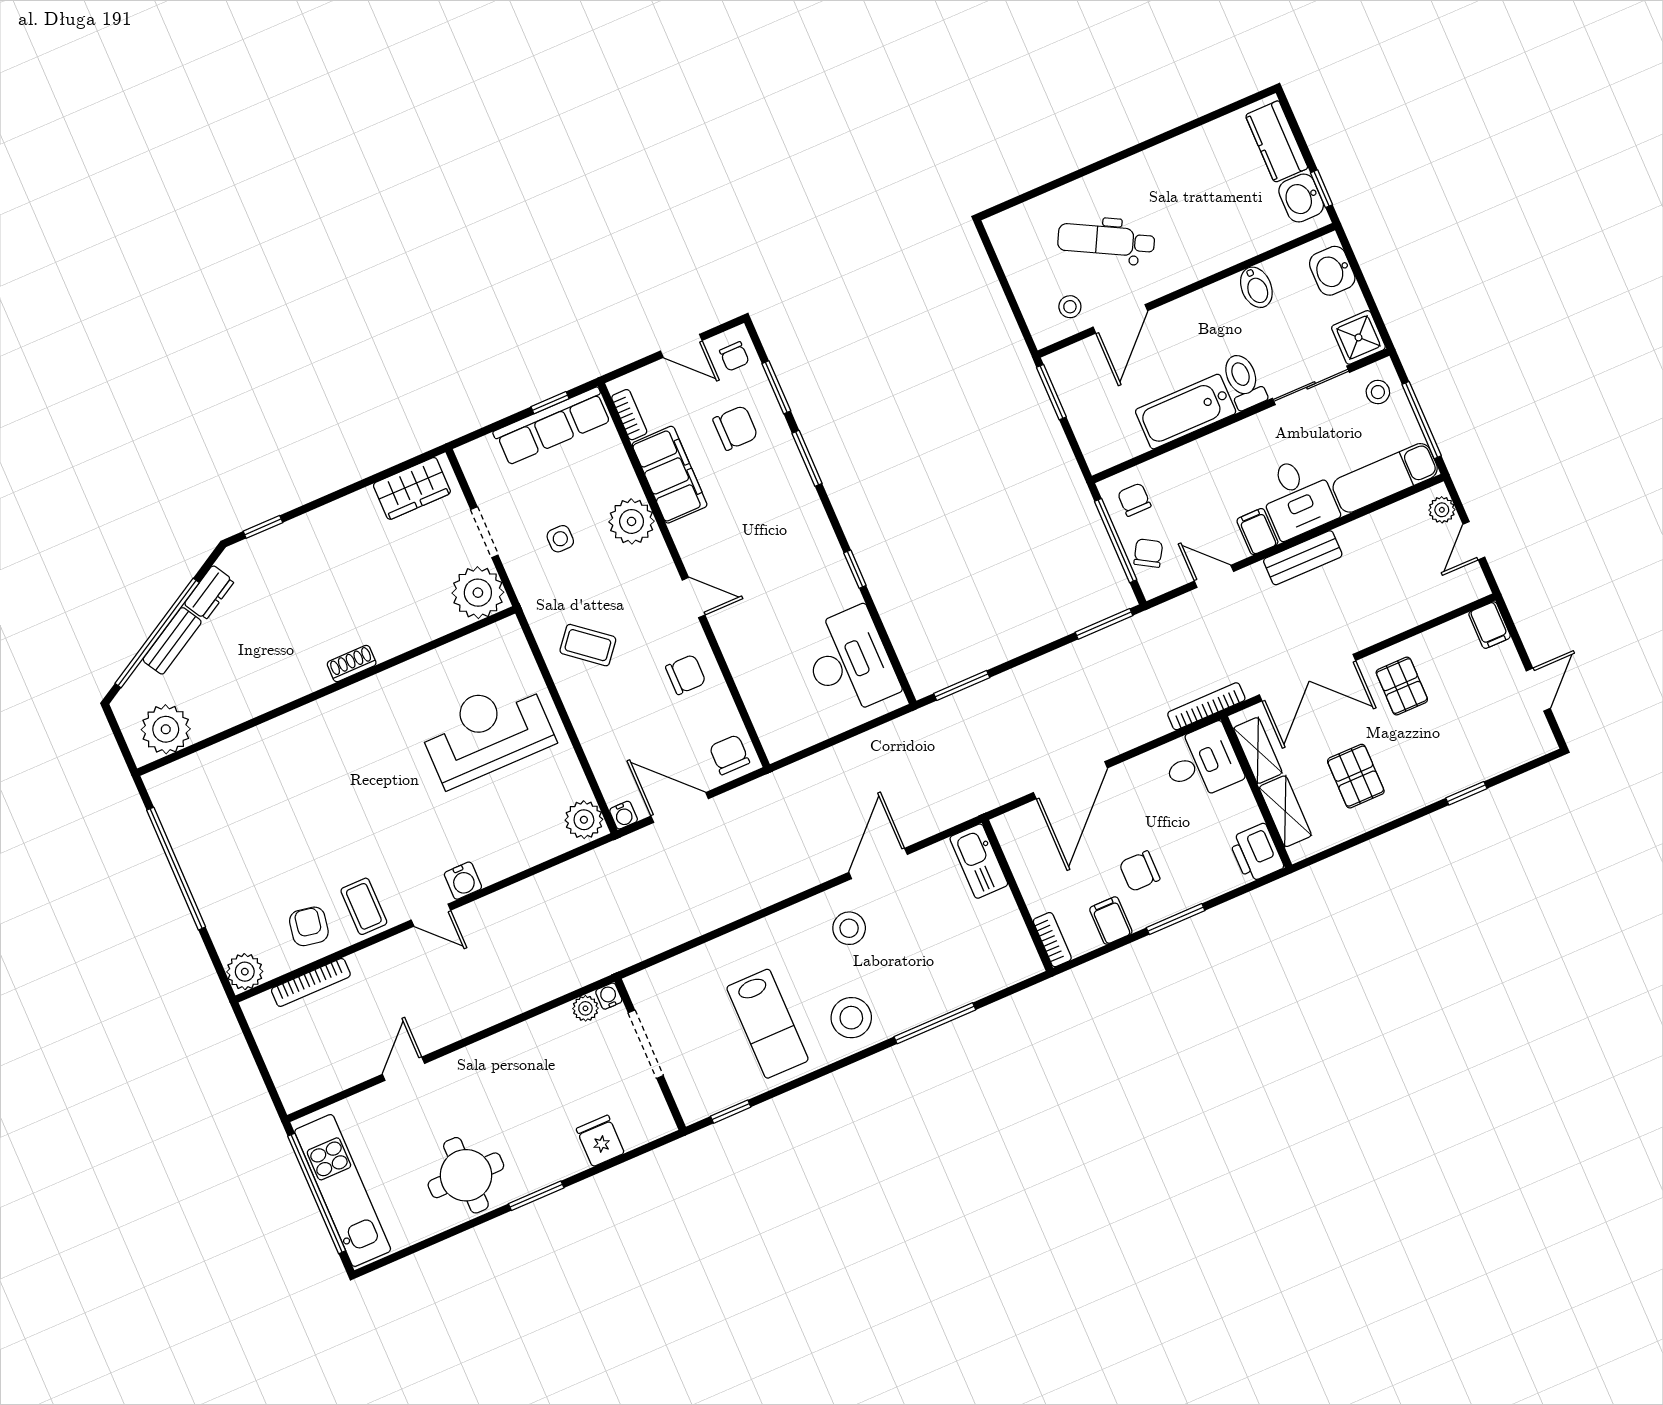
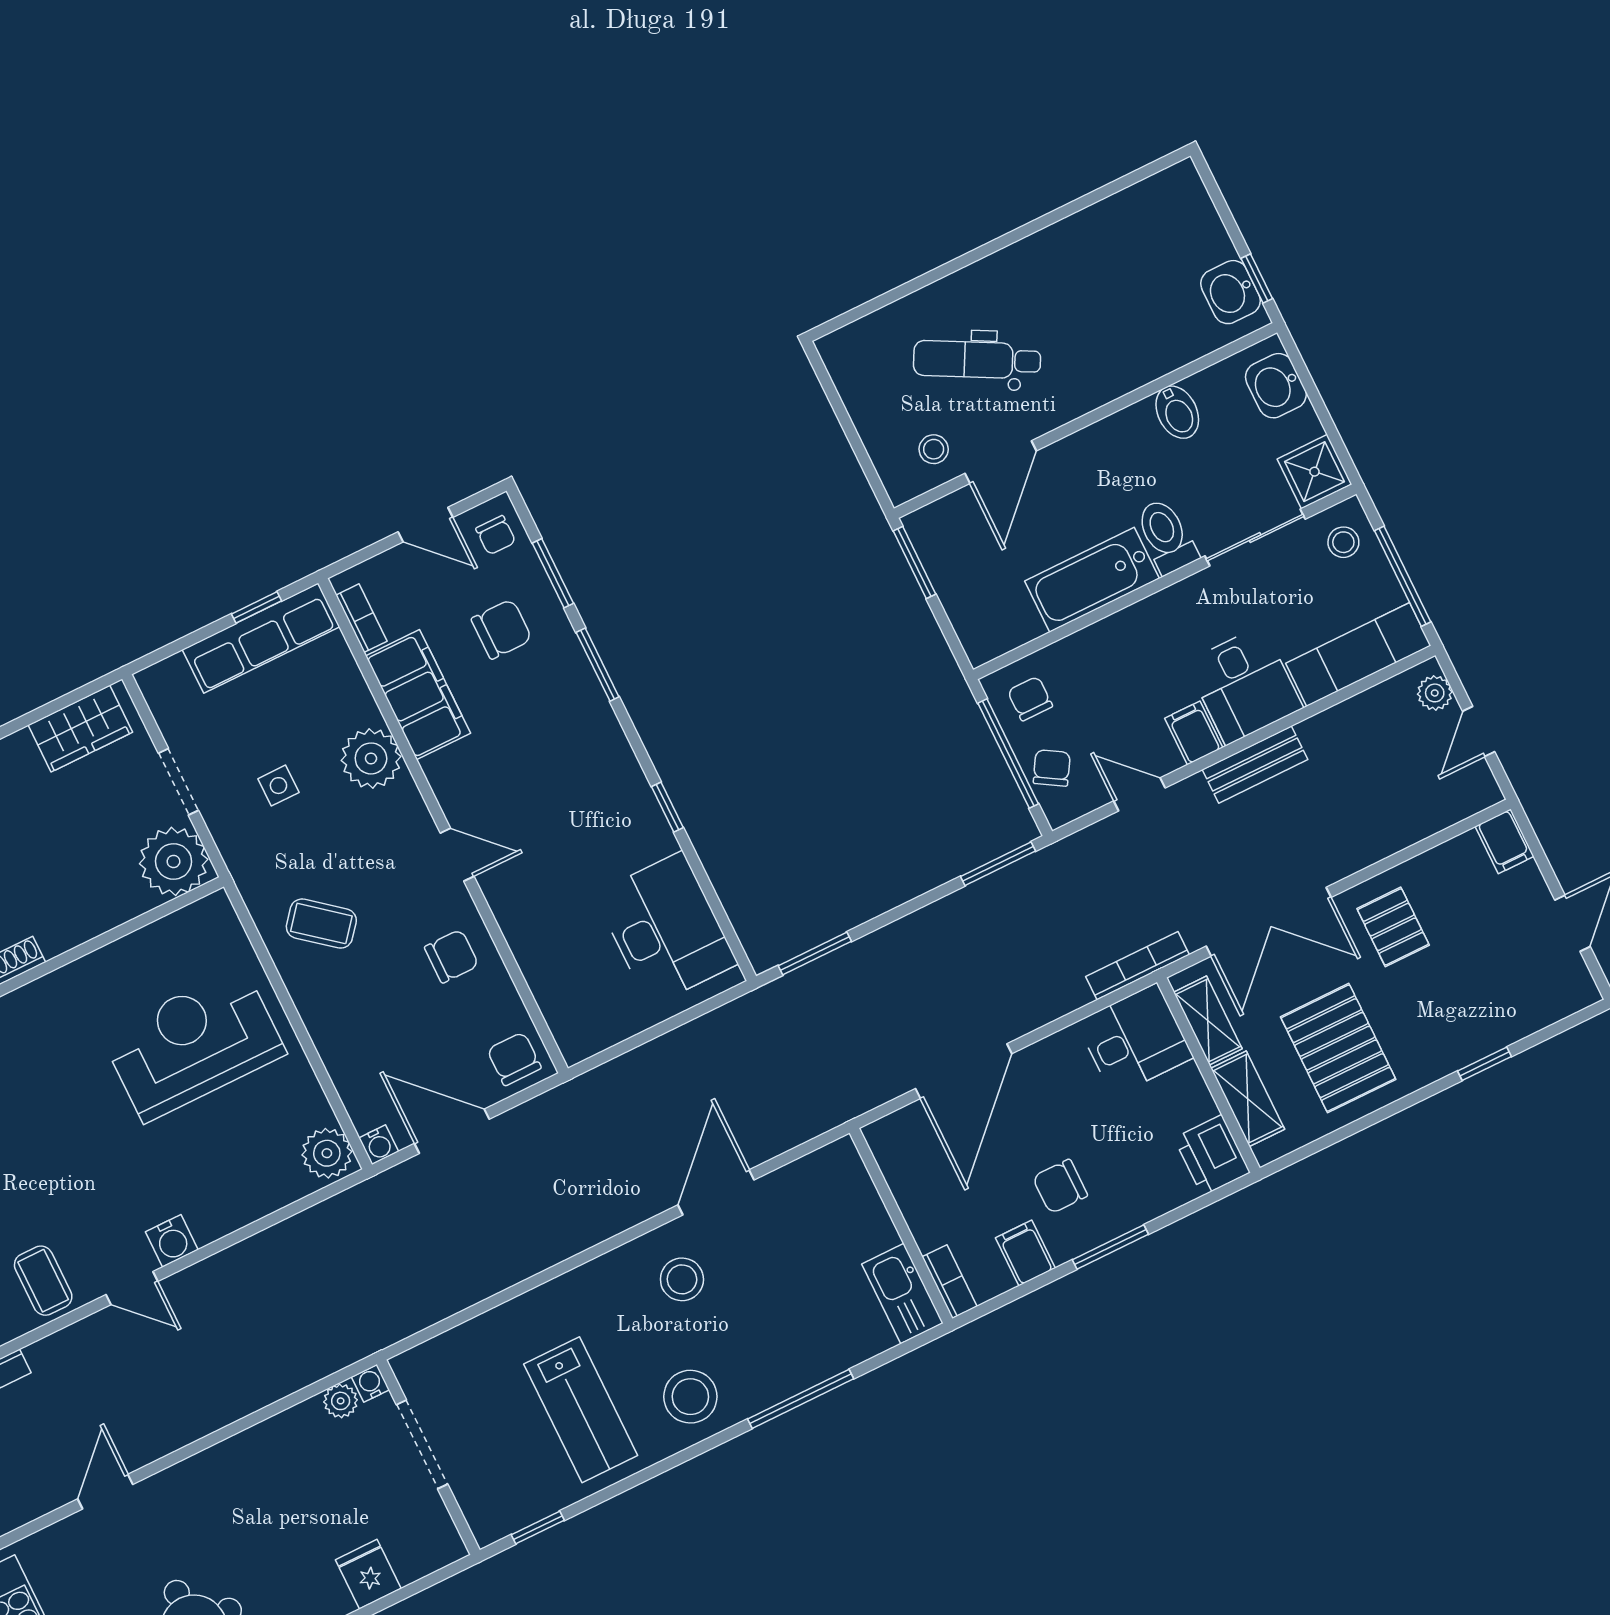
kitchen counter: (1277, 142) -> (1195, 219), removed
pallet: (1356, 776) -> (1338, 1048), width x1.50, depth x1.42
kitchen sink: (979, 861) -> (902, 1294), moved

